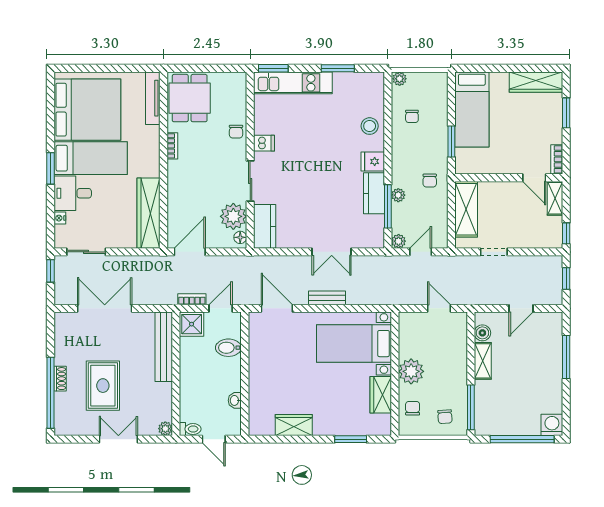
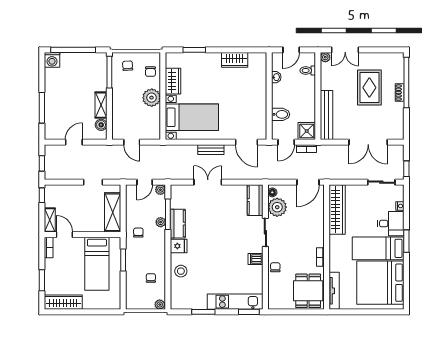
bed: (472, 109) -> (97, 264), moved, turned 180
toilet: (190, 429) -> (308, 70), moved
double door: (118, 439) -> (345, 50), moved
door: (214, 439) -> (291, 50), swing flipped

